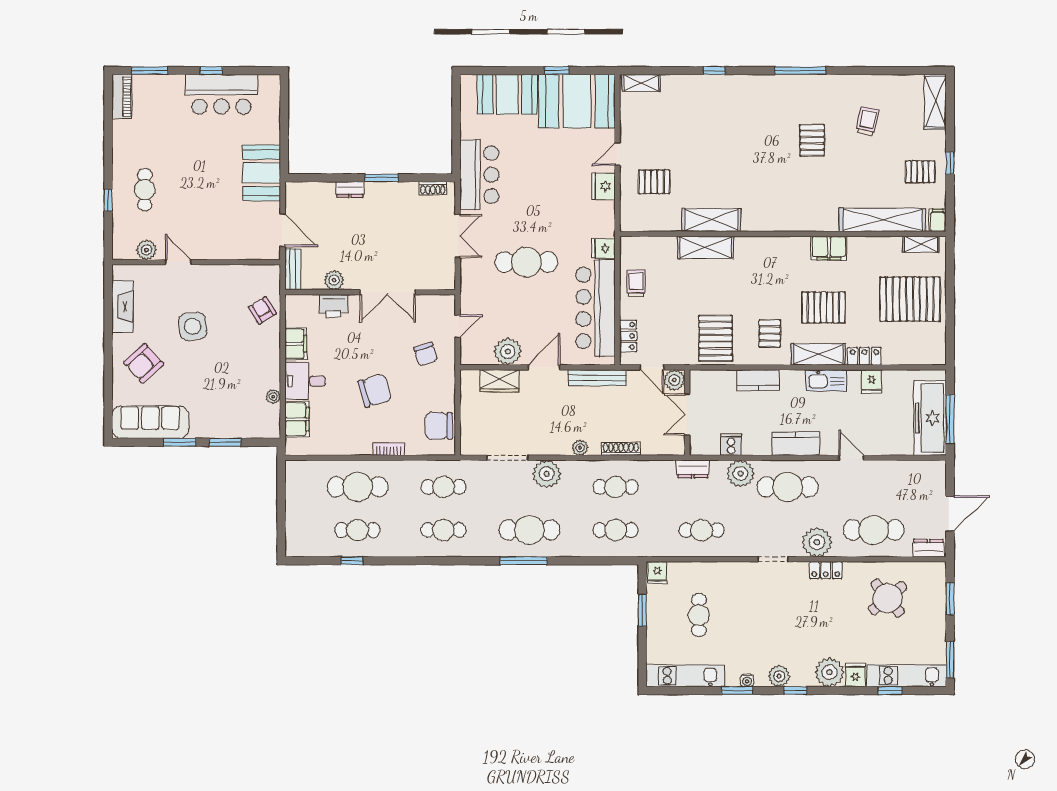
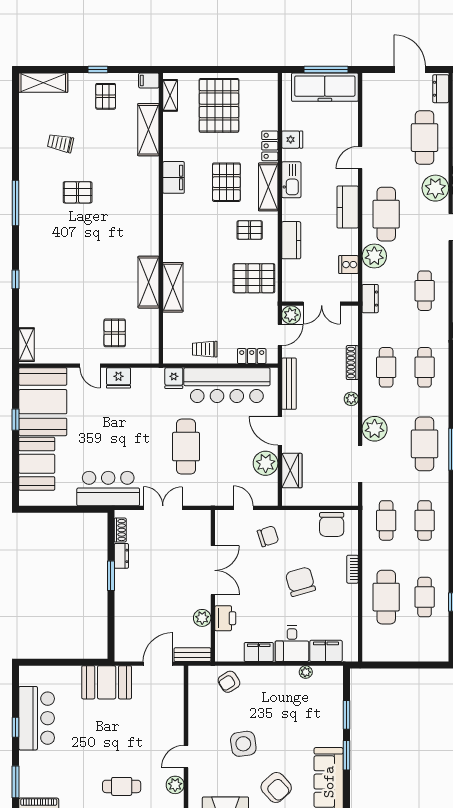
dresser: (350, 189) -> (121, 556), moved
shelving: (882, 220) -> (148, 130), width x0.68

